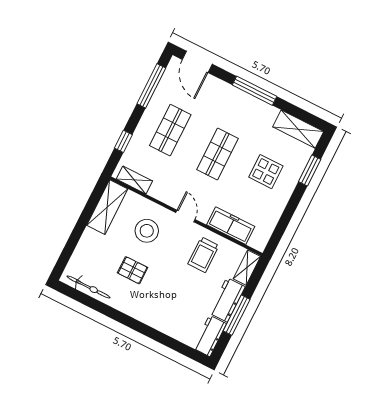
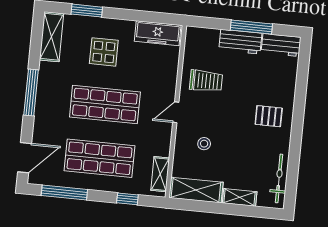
shop shelf: (170, 130) -> (100, 158), width x1.43, depth x1.36
shop shelf: (217, 154) -> (105, 104), width x1.43, depth x1.36
freezer: (231, 226) -> (158, 33), moved, turned -90
stool: (147, 231) -> (204, 144), width x0.53, depth x0.53
shelving: (247, 268) -> (240, 197), moved
pallet: (133, 270) -> (269, 116), moved, turned 90

